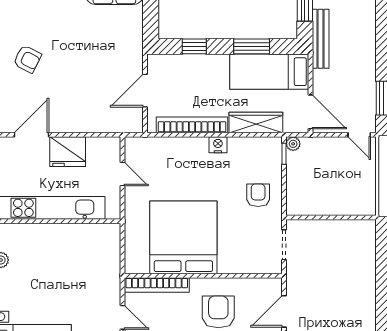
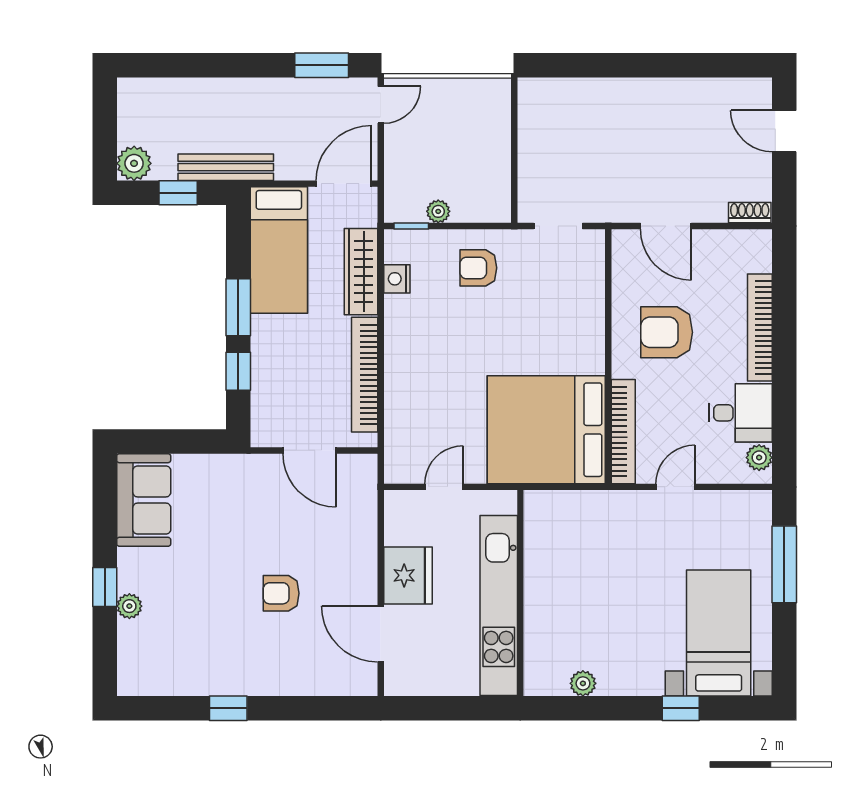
window: (252, 46) -> (238, 307), moved
armchair: (27, 59) -> (281, 593), moved, turned -117
plant: (293, 144) -> (438, 211), moved
nightstand: (218, 145) -> (397, 279), moved
bed: (183, 237) -> (546, 430), moved

